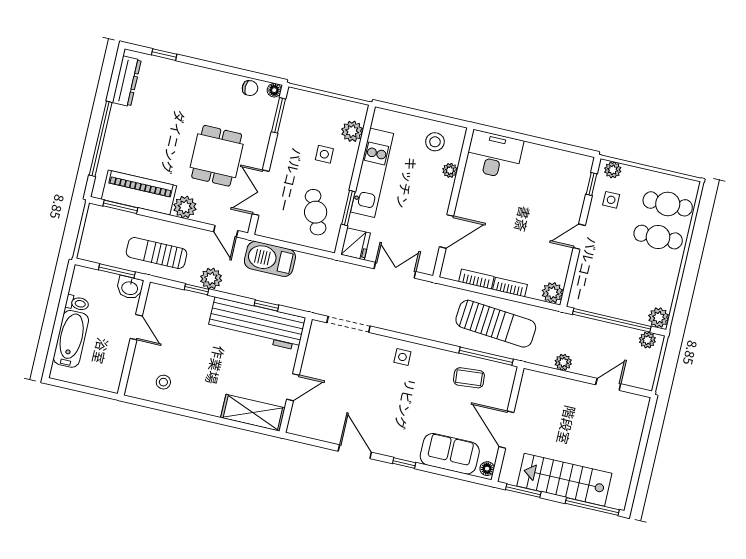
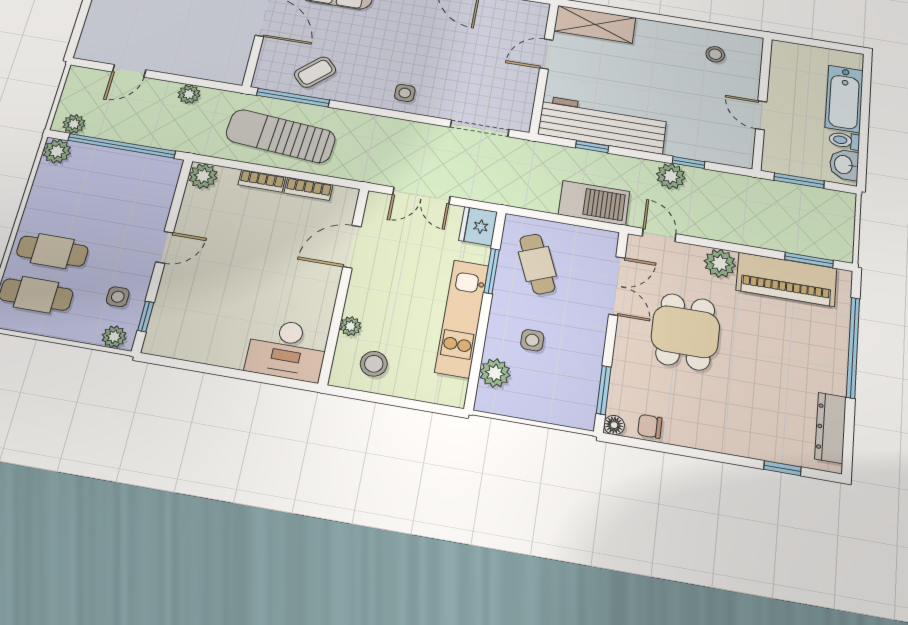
sun lounger: (157, 253) -> (749, 204), removed
washbasin: (130, 288) -> (844, 165), moved, turned -90
coffee table: (469, 378) -> (315, 72), turned -38

